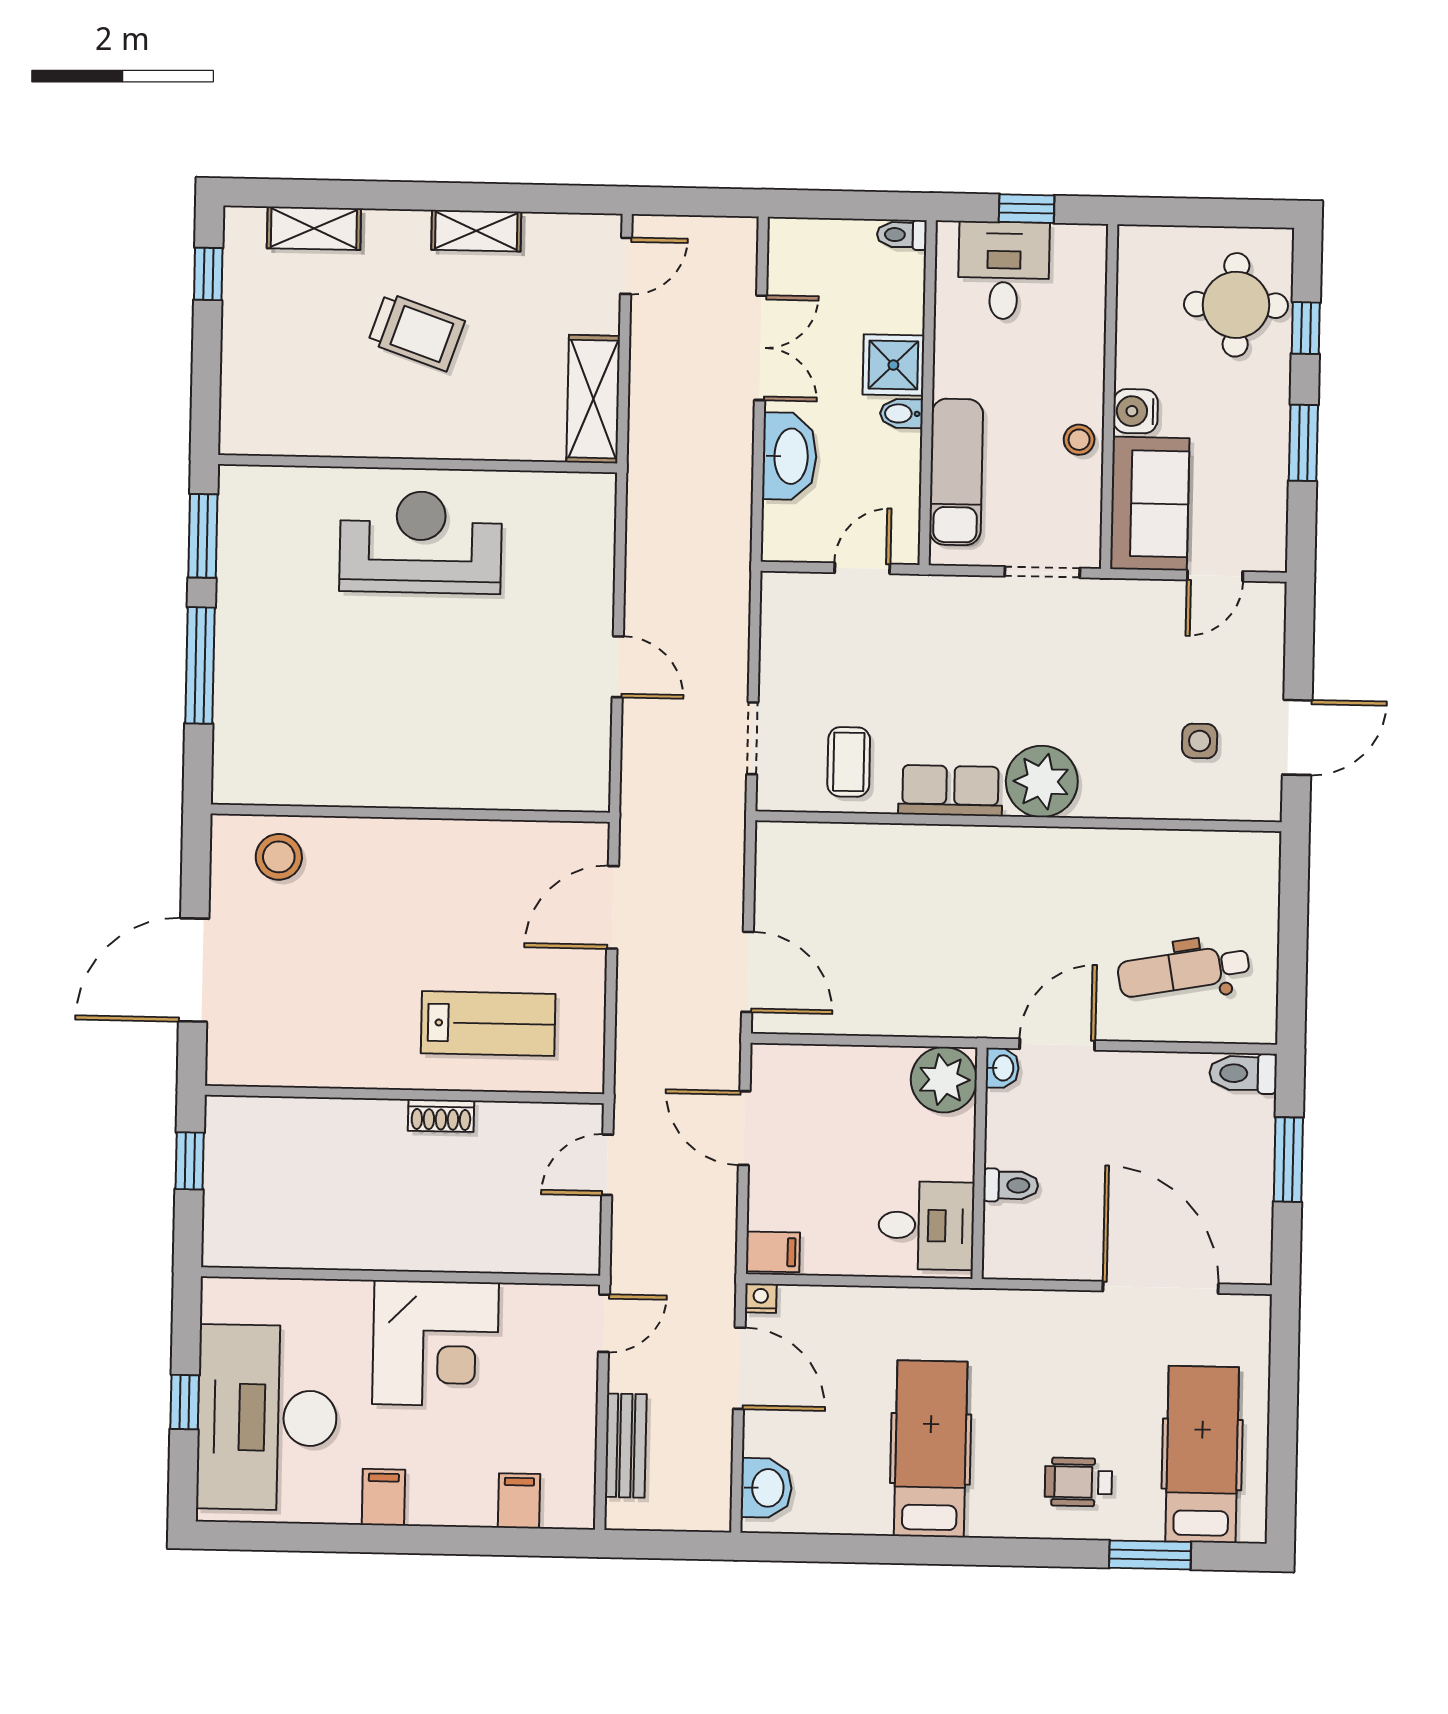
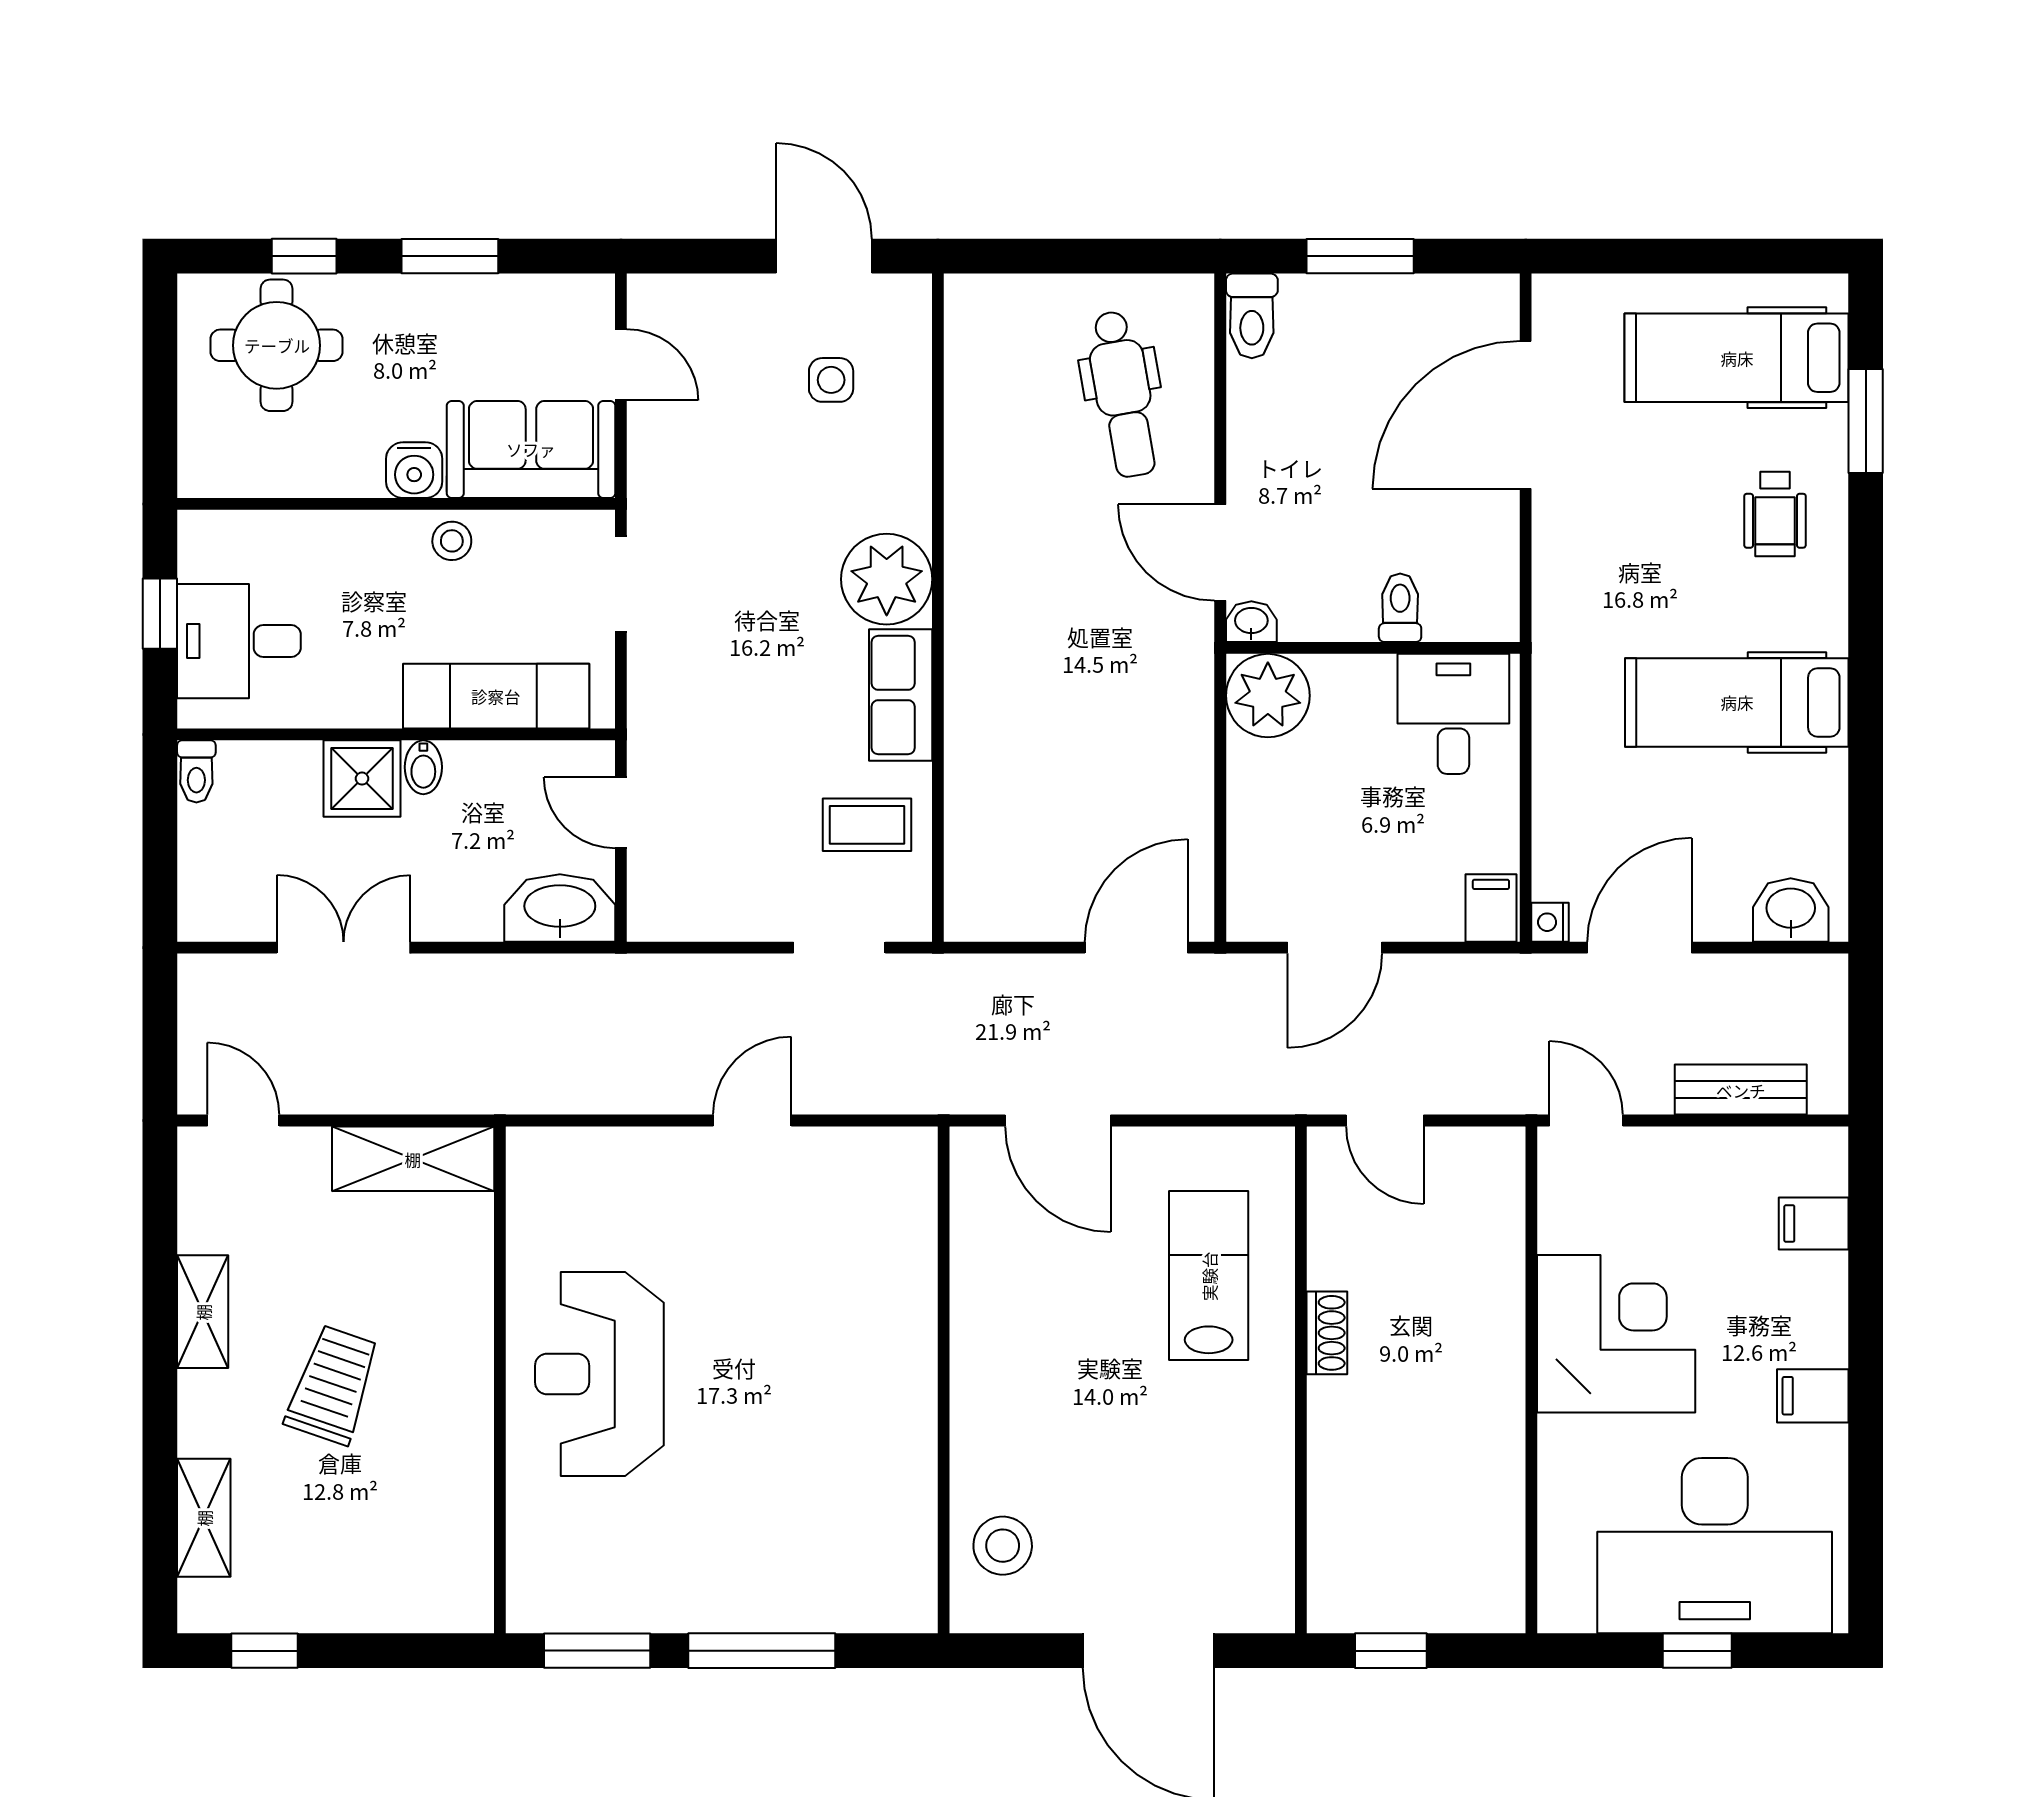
washbasin: (789, 456) -> (560, 908), moved

